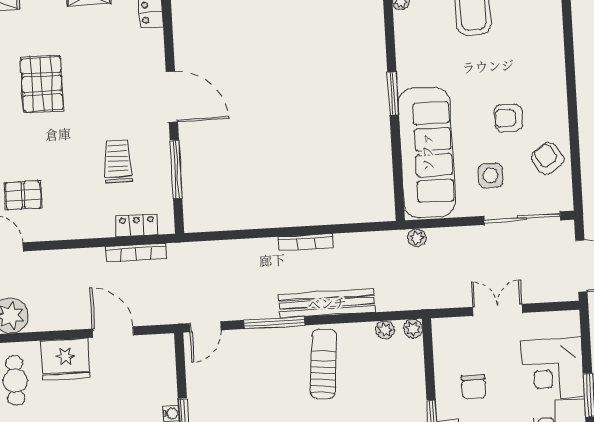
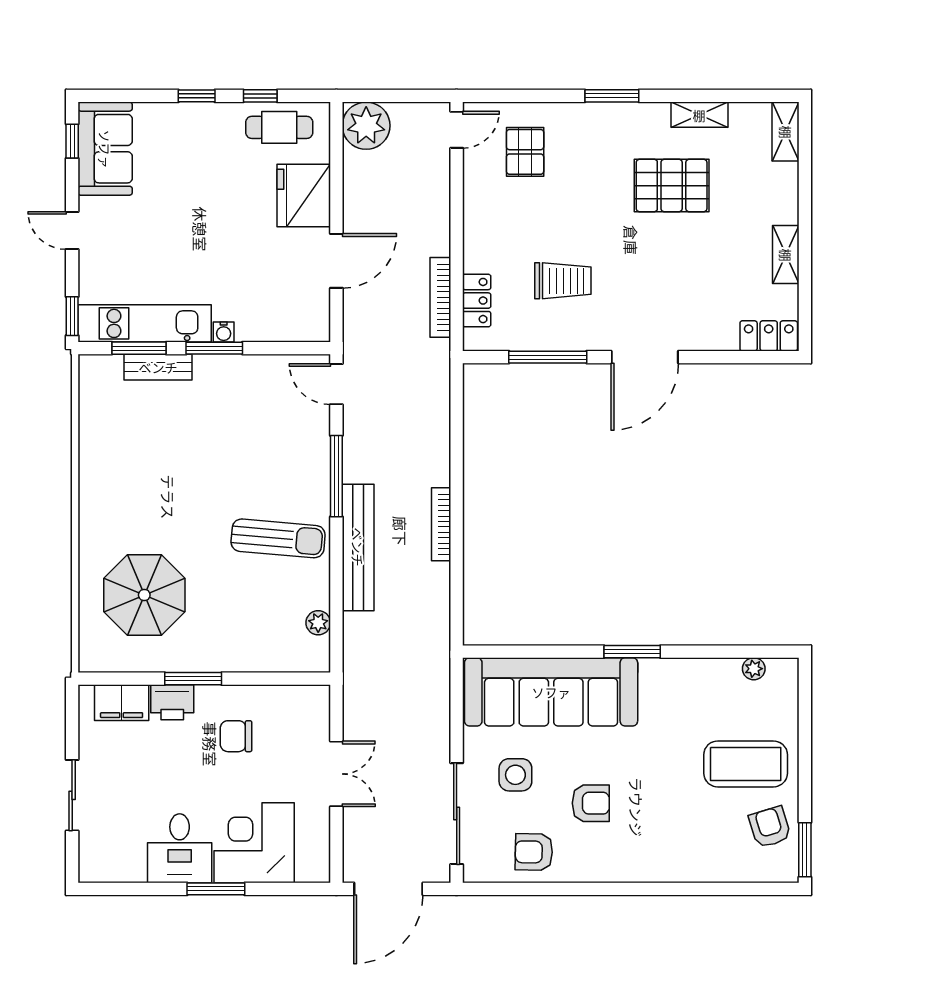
armchair: (509, 118) -> (591, 803), turned 90
armchair: (548, 158) -> (534, 852), turned -145
plant: (417, 238) -> (438, 672), removed
plant: (413, 329) -> (318, 660), removed

